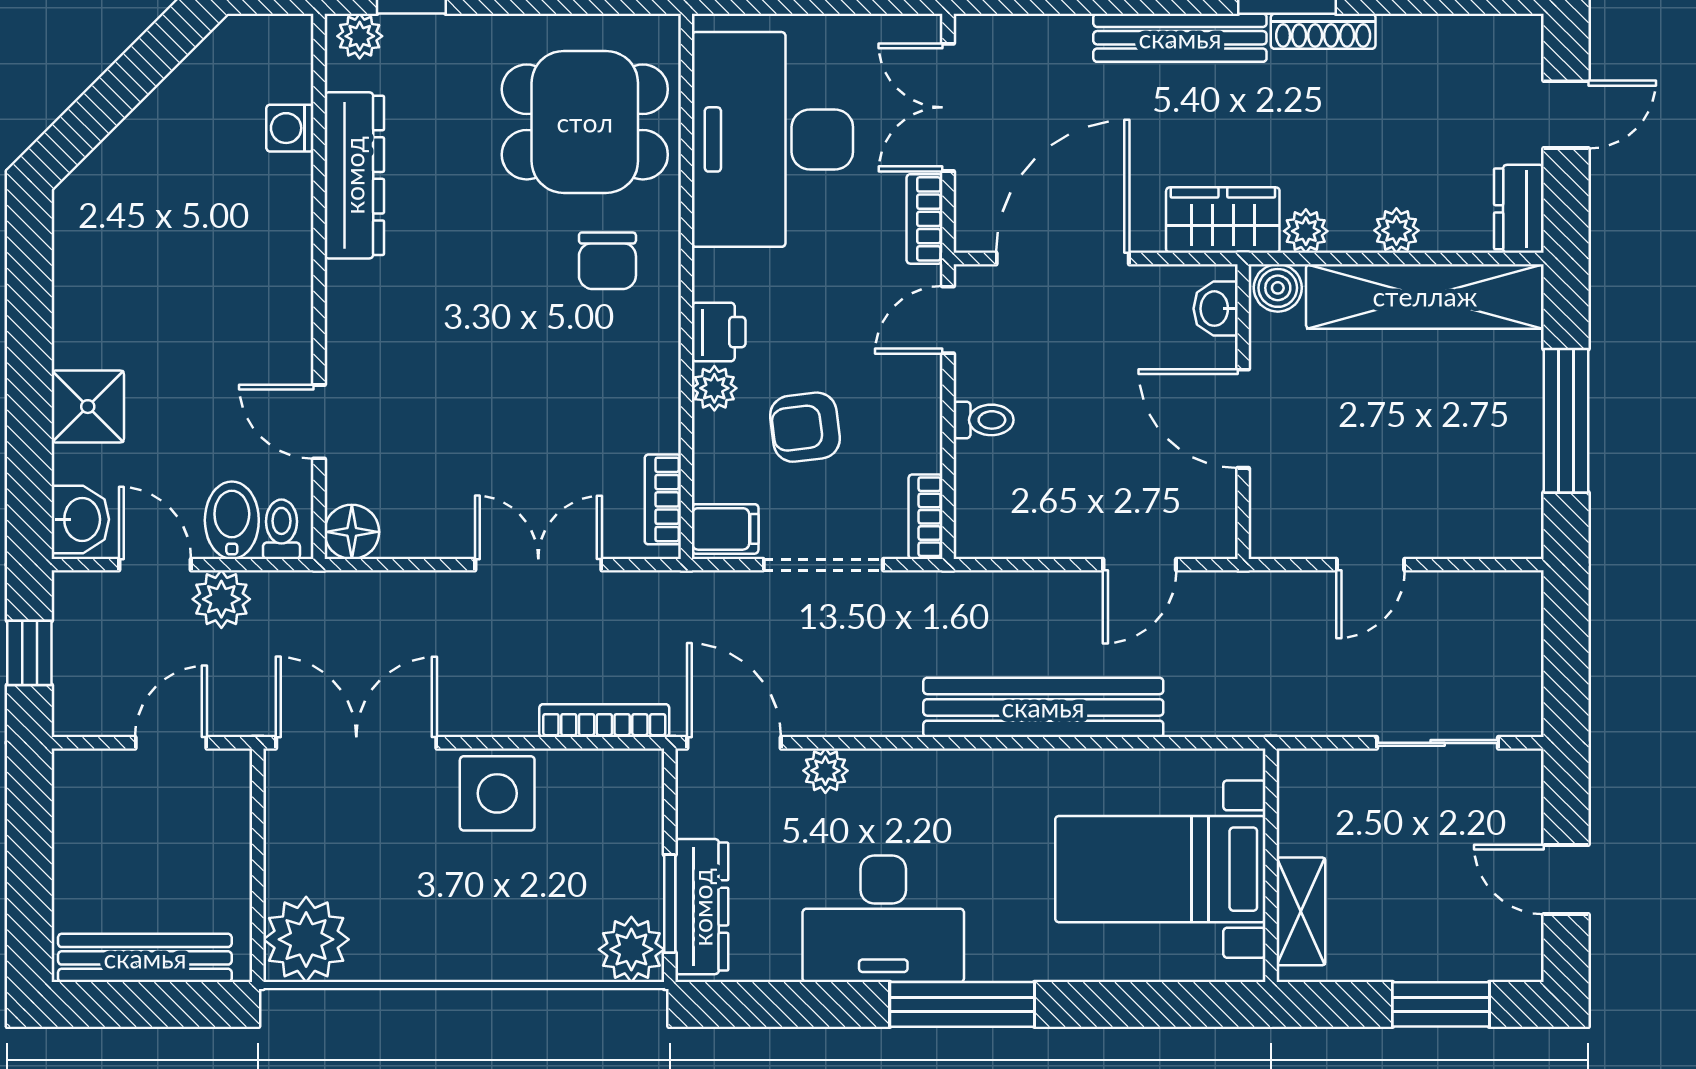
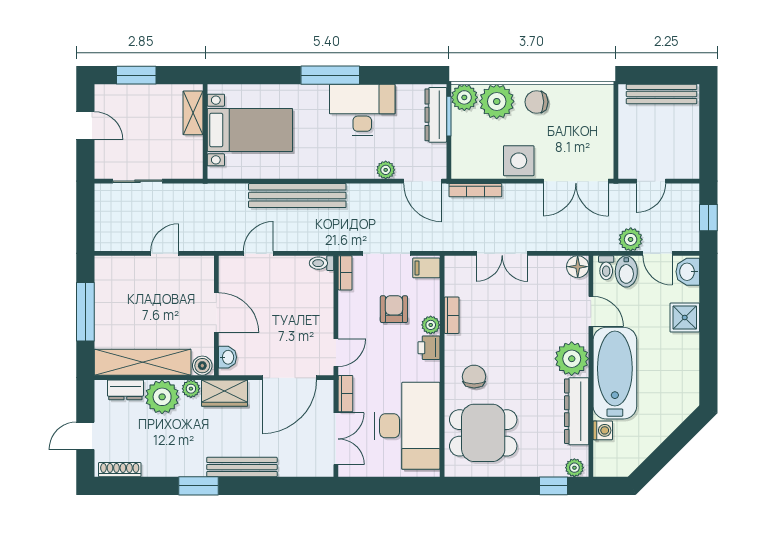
shoe rack: (1323, 31) -> (120, 470), moved
dresser: (1519, 209) -> (125, 390), moved, turned 90
plant: (1396, 230) -> (162, 397), width x1.88, depth x1.88
bathtub: (260, 269) -> (615, 373), added
plant: (366, 305) -> (572, 359), added
toilet: (984, 420) -> (322, 263), moved
armchair: (805, 427) -> (394, 309), turned -83
bookcase: (663, 499) -> (452, 315), moved
chair: (453, 938) -> (537, 102), added
plant: (306, 939) -> (497, 101), moved

